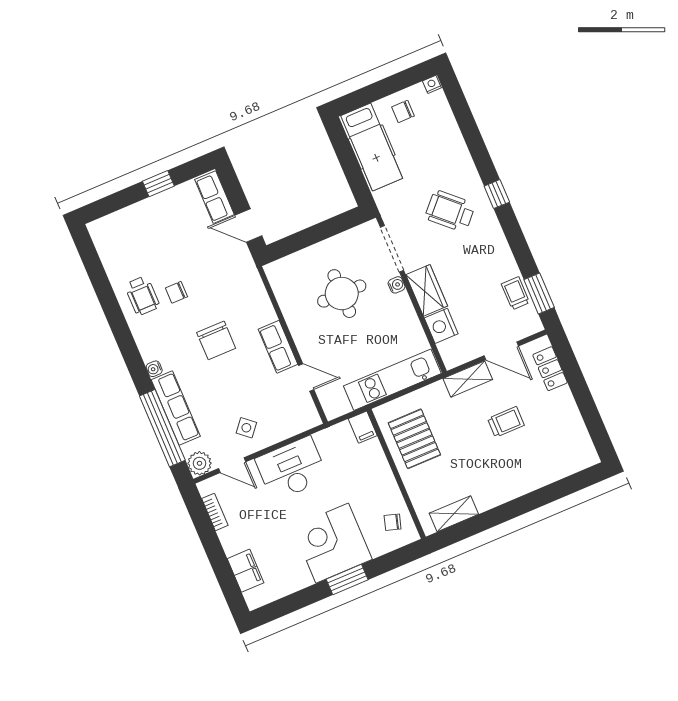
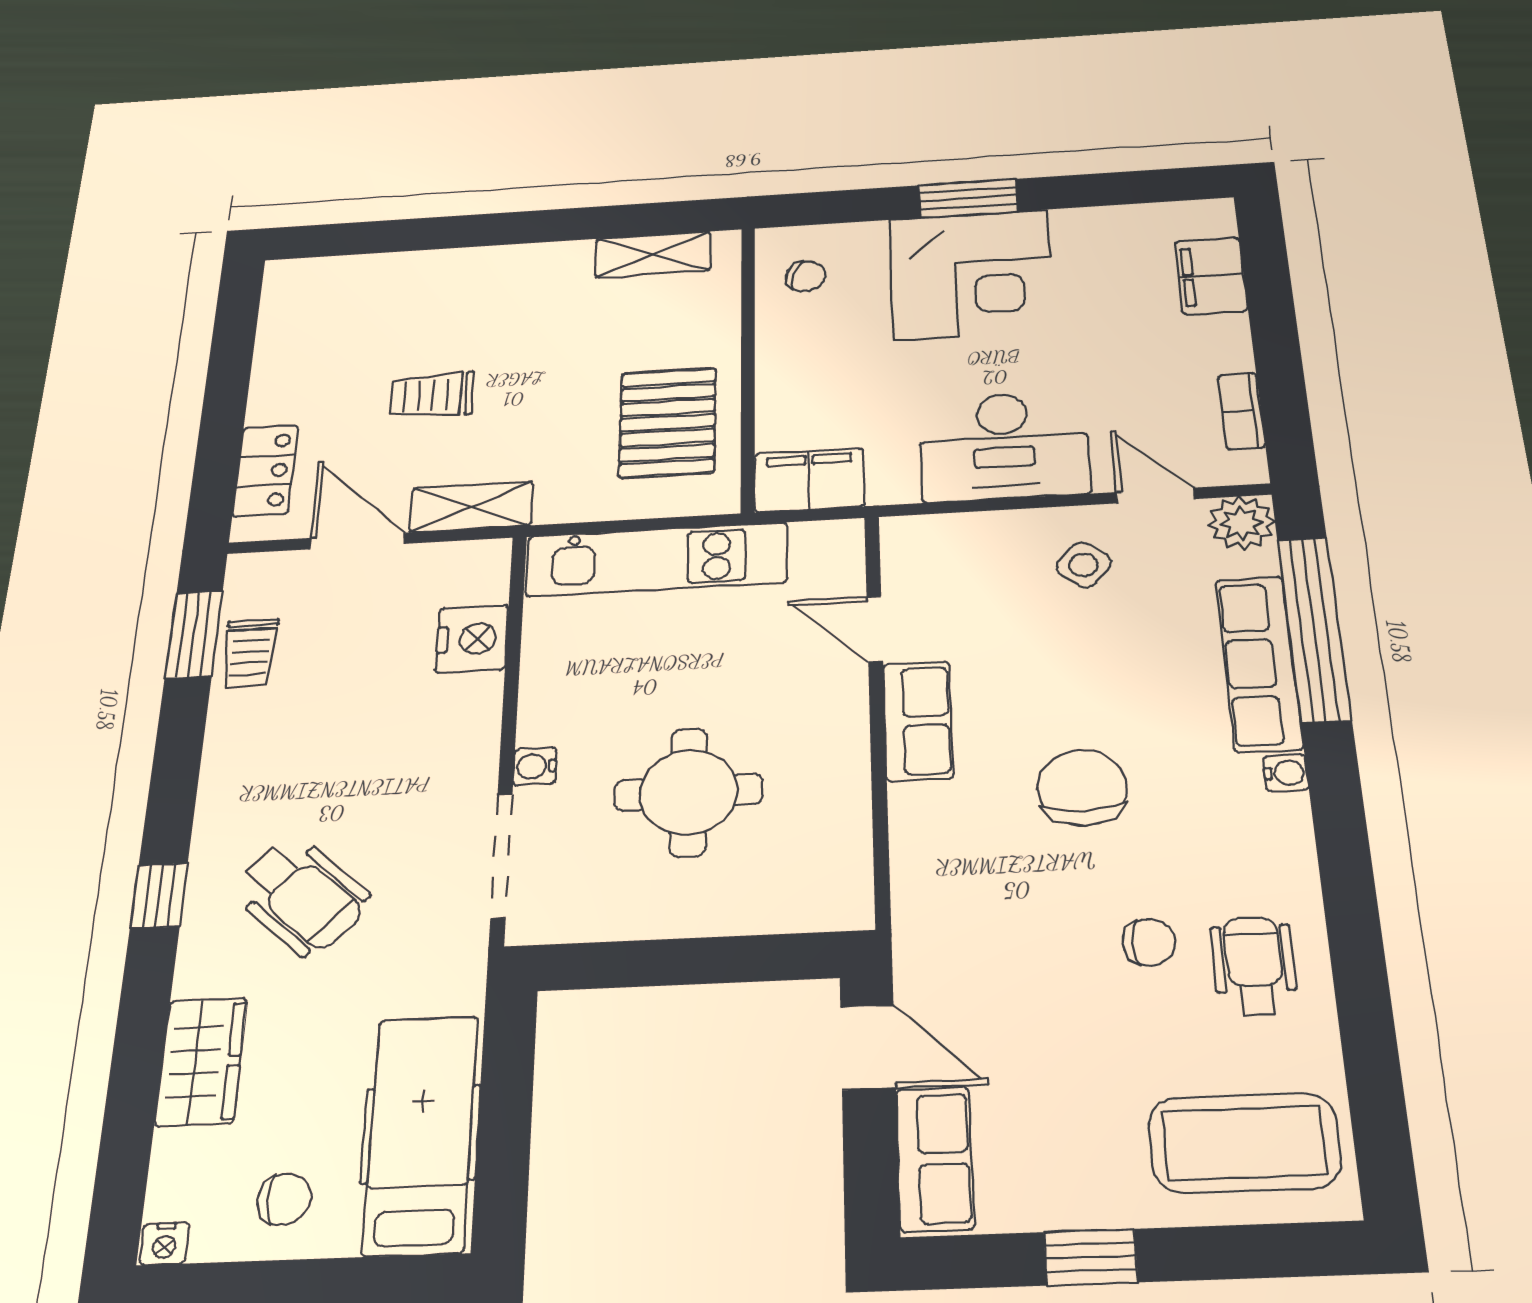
coffee table: (126, 236) -> (1244, 1143), added
wardrobe: (427, 290) -> (201, 1062), moved, turned 180
filing cabinet: (363, 427) -> (809, 480), width x2.00

